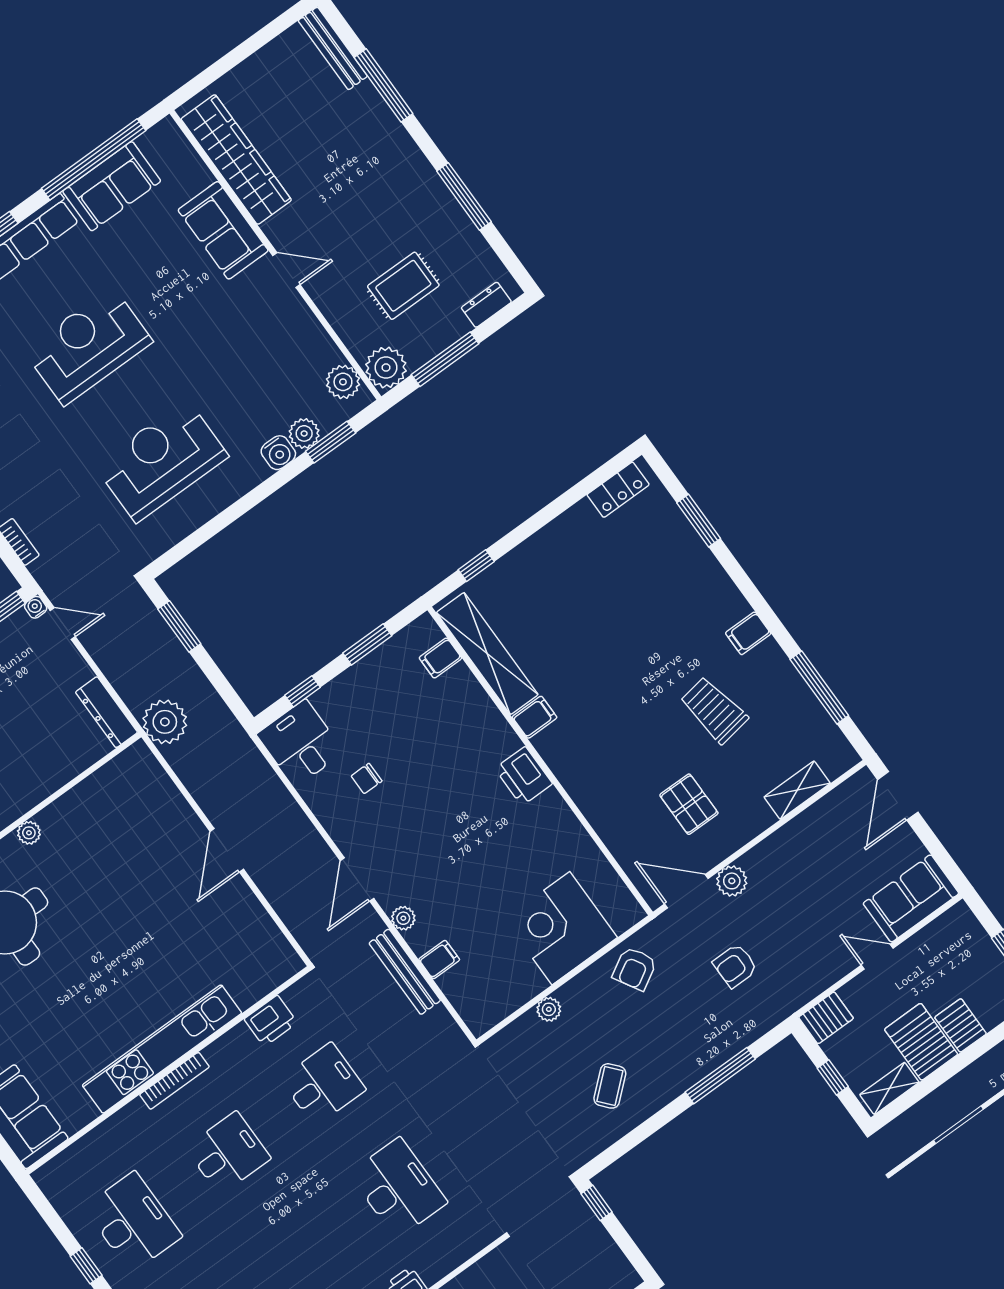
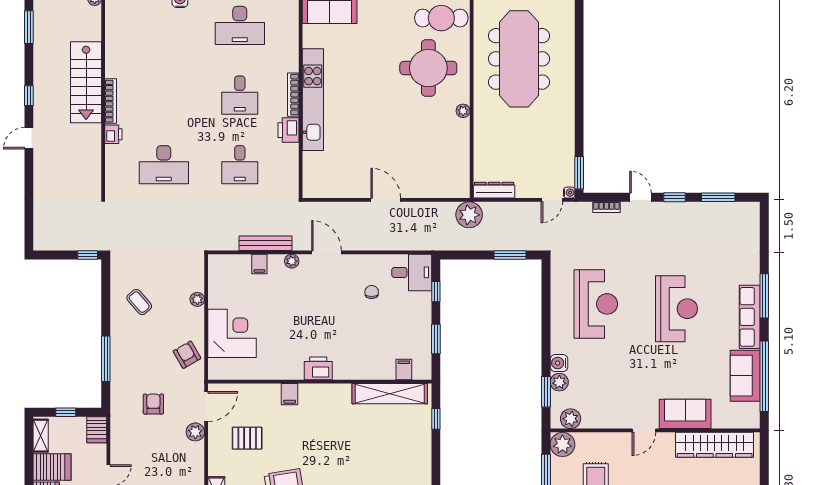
filing cabinet: (535, 717) -> (290, 394), moved
printer: (271, 1021) -> (288, 130), moved

